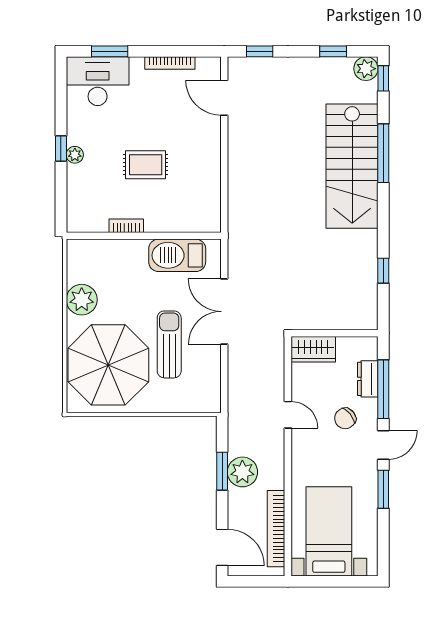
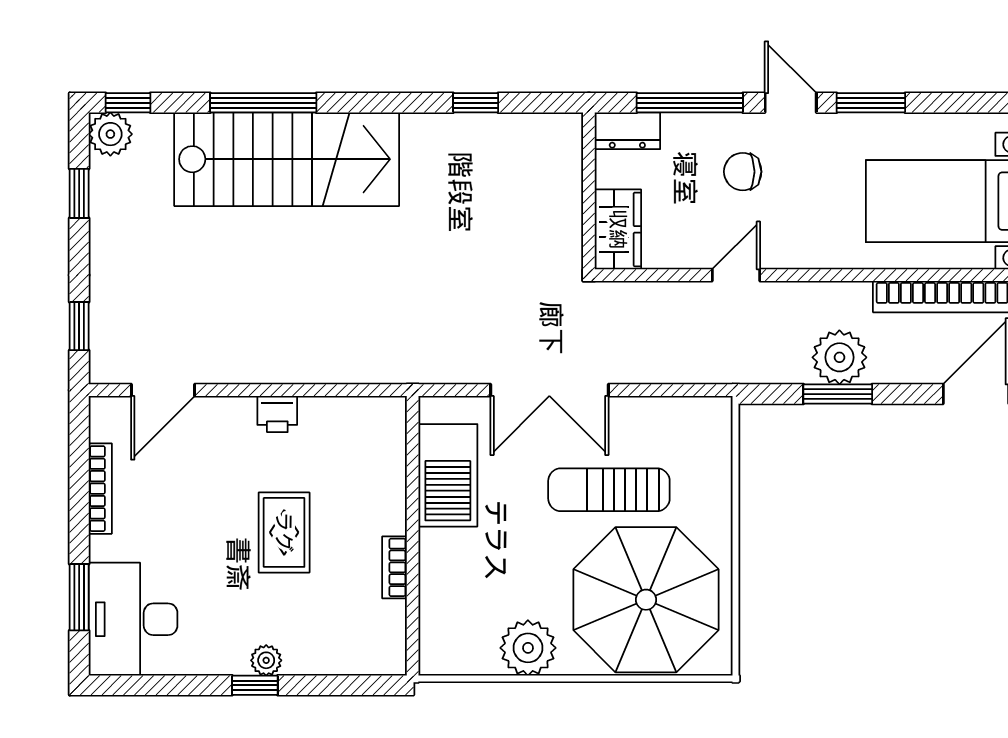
printer: (211, 161) -> (277, 414), added
dresser: (368, 379) -> (627, 131), moved
chair: (345, 418) -> (743, 172), turned 129

